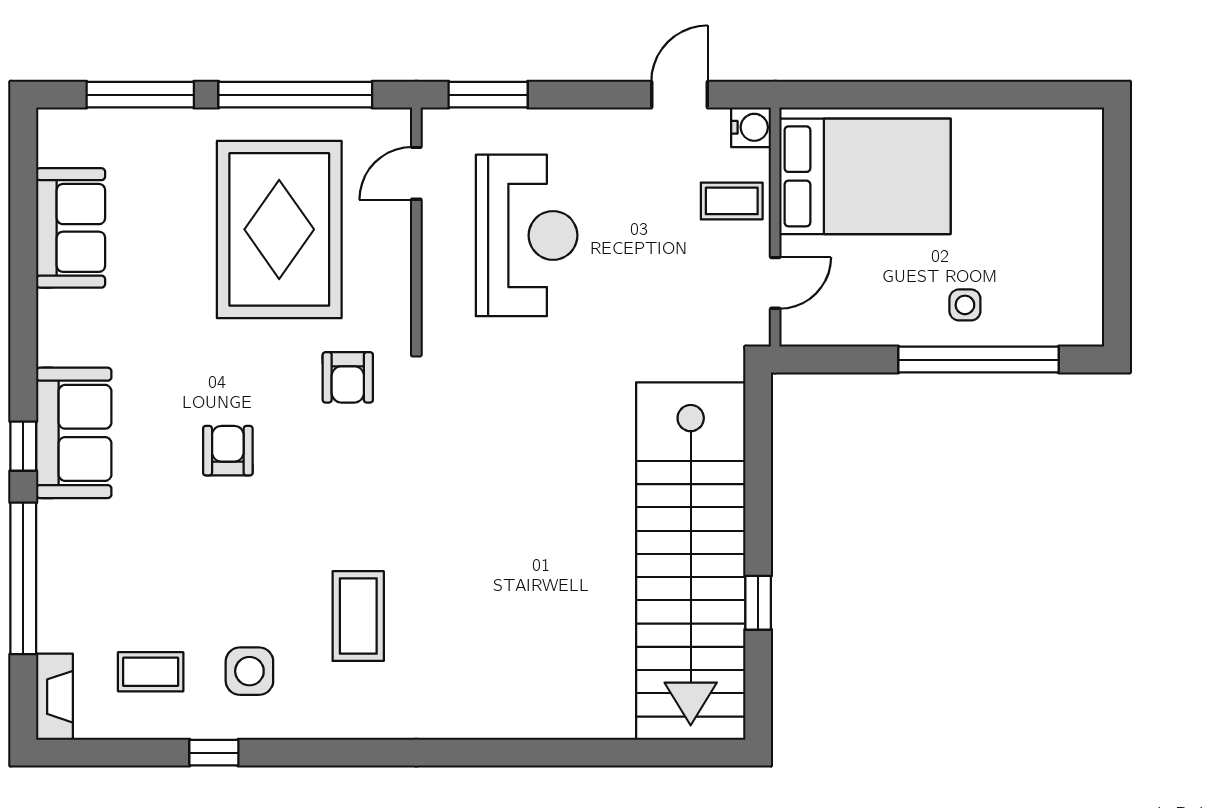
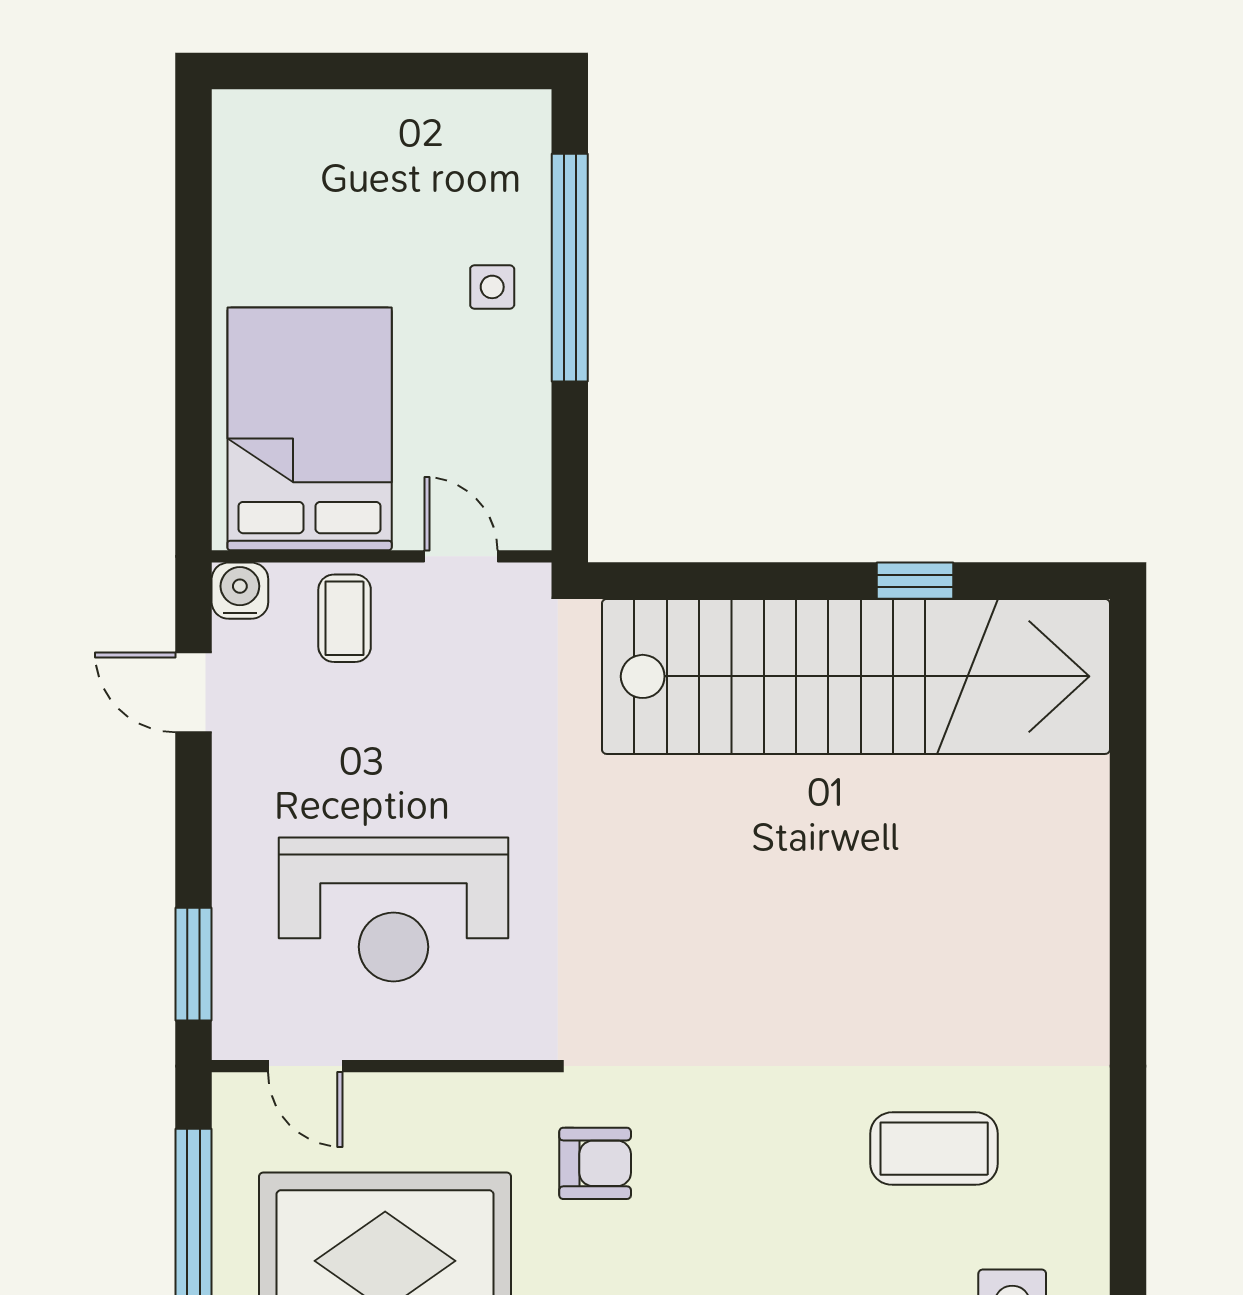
reception desk: (527, 235) -> (393, 909), turned 180

